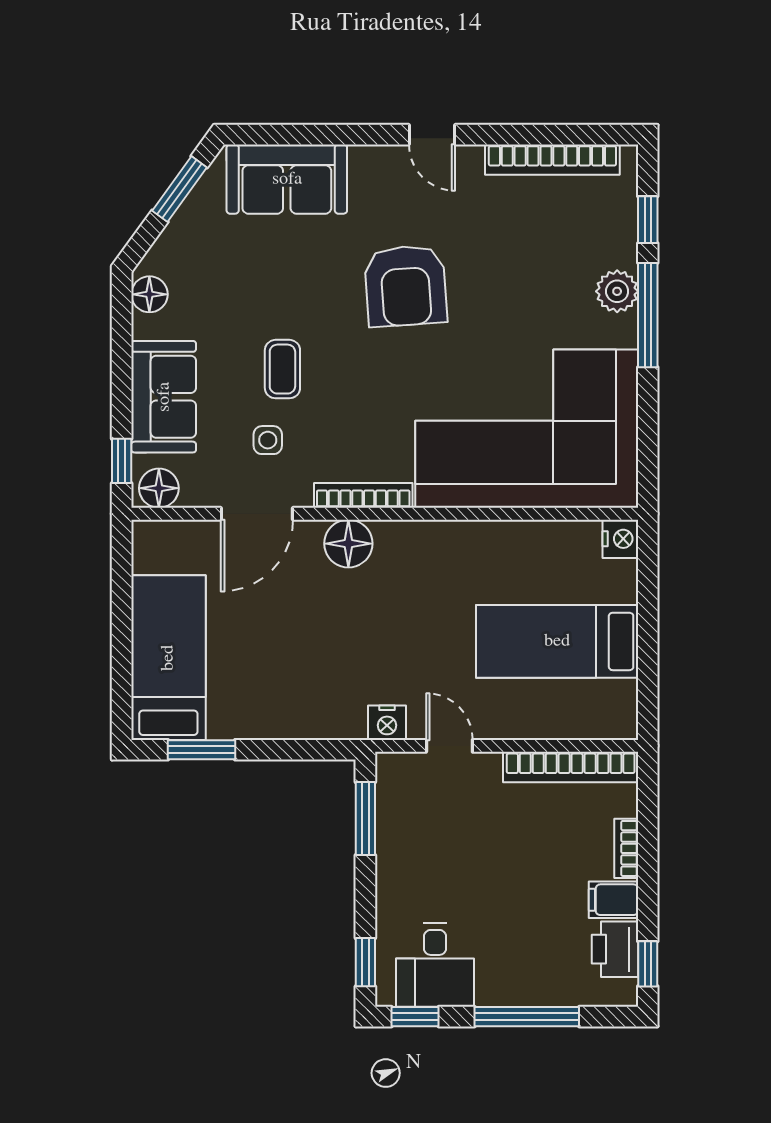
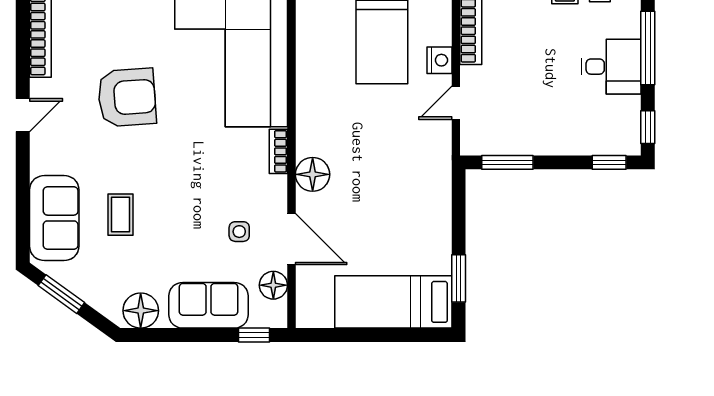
armchair: (406, 286) -> (127, 97), moved
floor lamp: (149, 294) -> (141, 311), width x1.38, depth x1.38
coffee table: (282, 369) -> (120, 215), moved, turned 90
floor lamp: (159, 488) -> (273, 285), moved
bookcase: (363, 495) -> (278, 151), width x0.64
nightstand: (387, 723) -> (439, 60), moved
desk: (435, 965) -> (611, 67), moved

